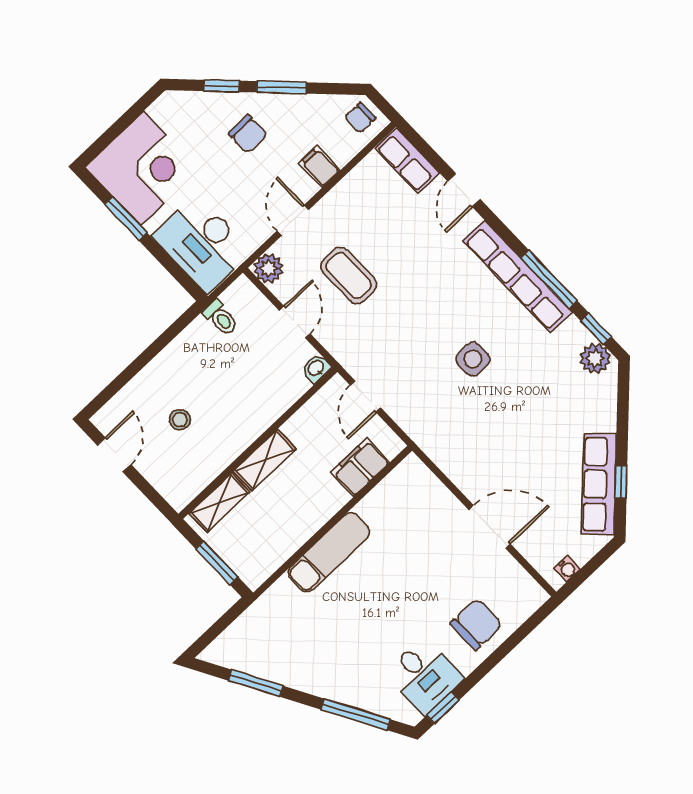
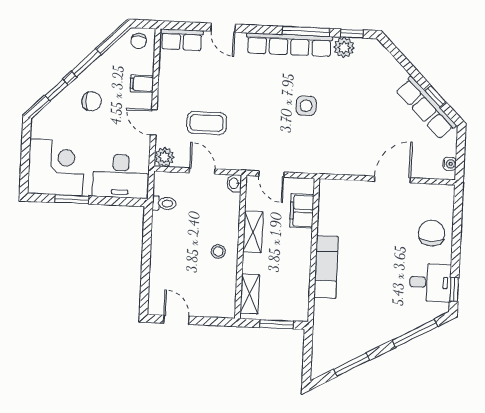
plant: (595, 358) -> (344, 47), moved
stool: (180, 420) -> (218, 252), moved
shelving: (265, 460) -> (253, 232), moved

